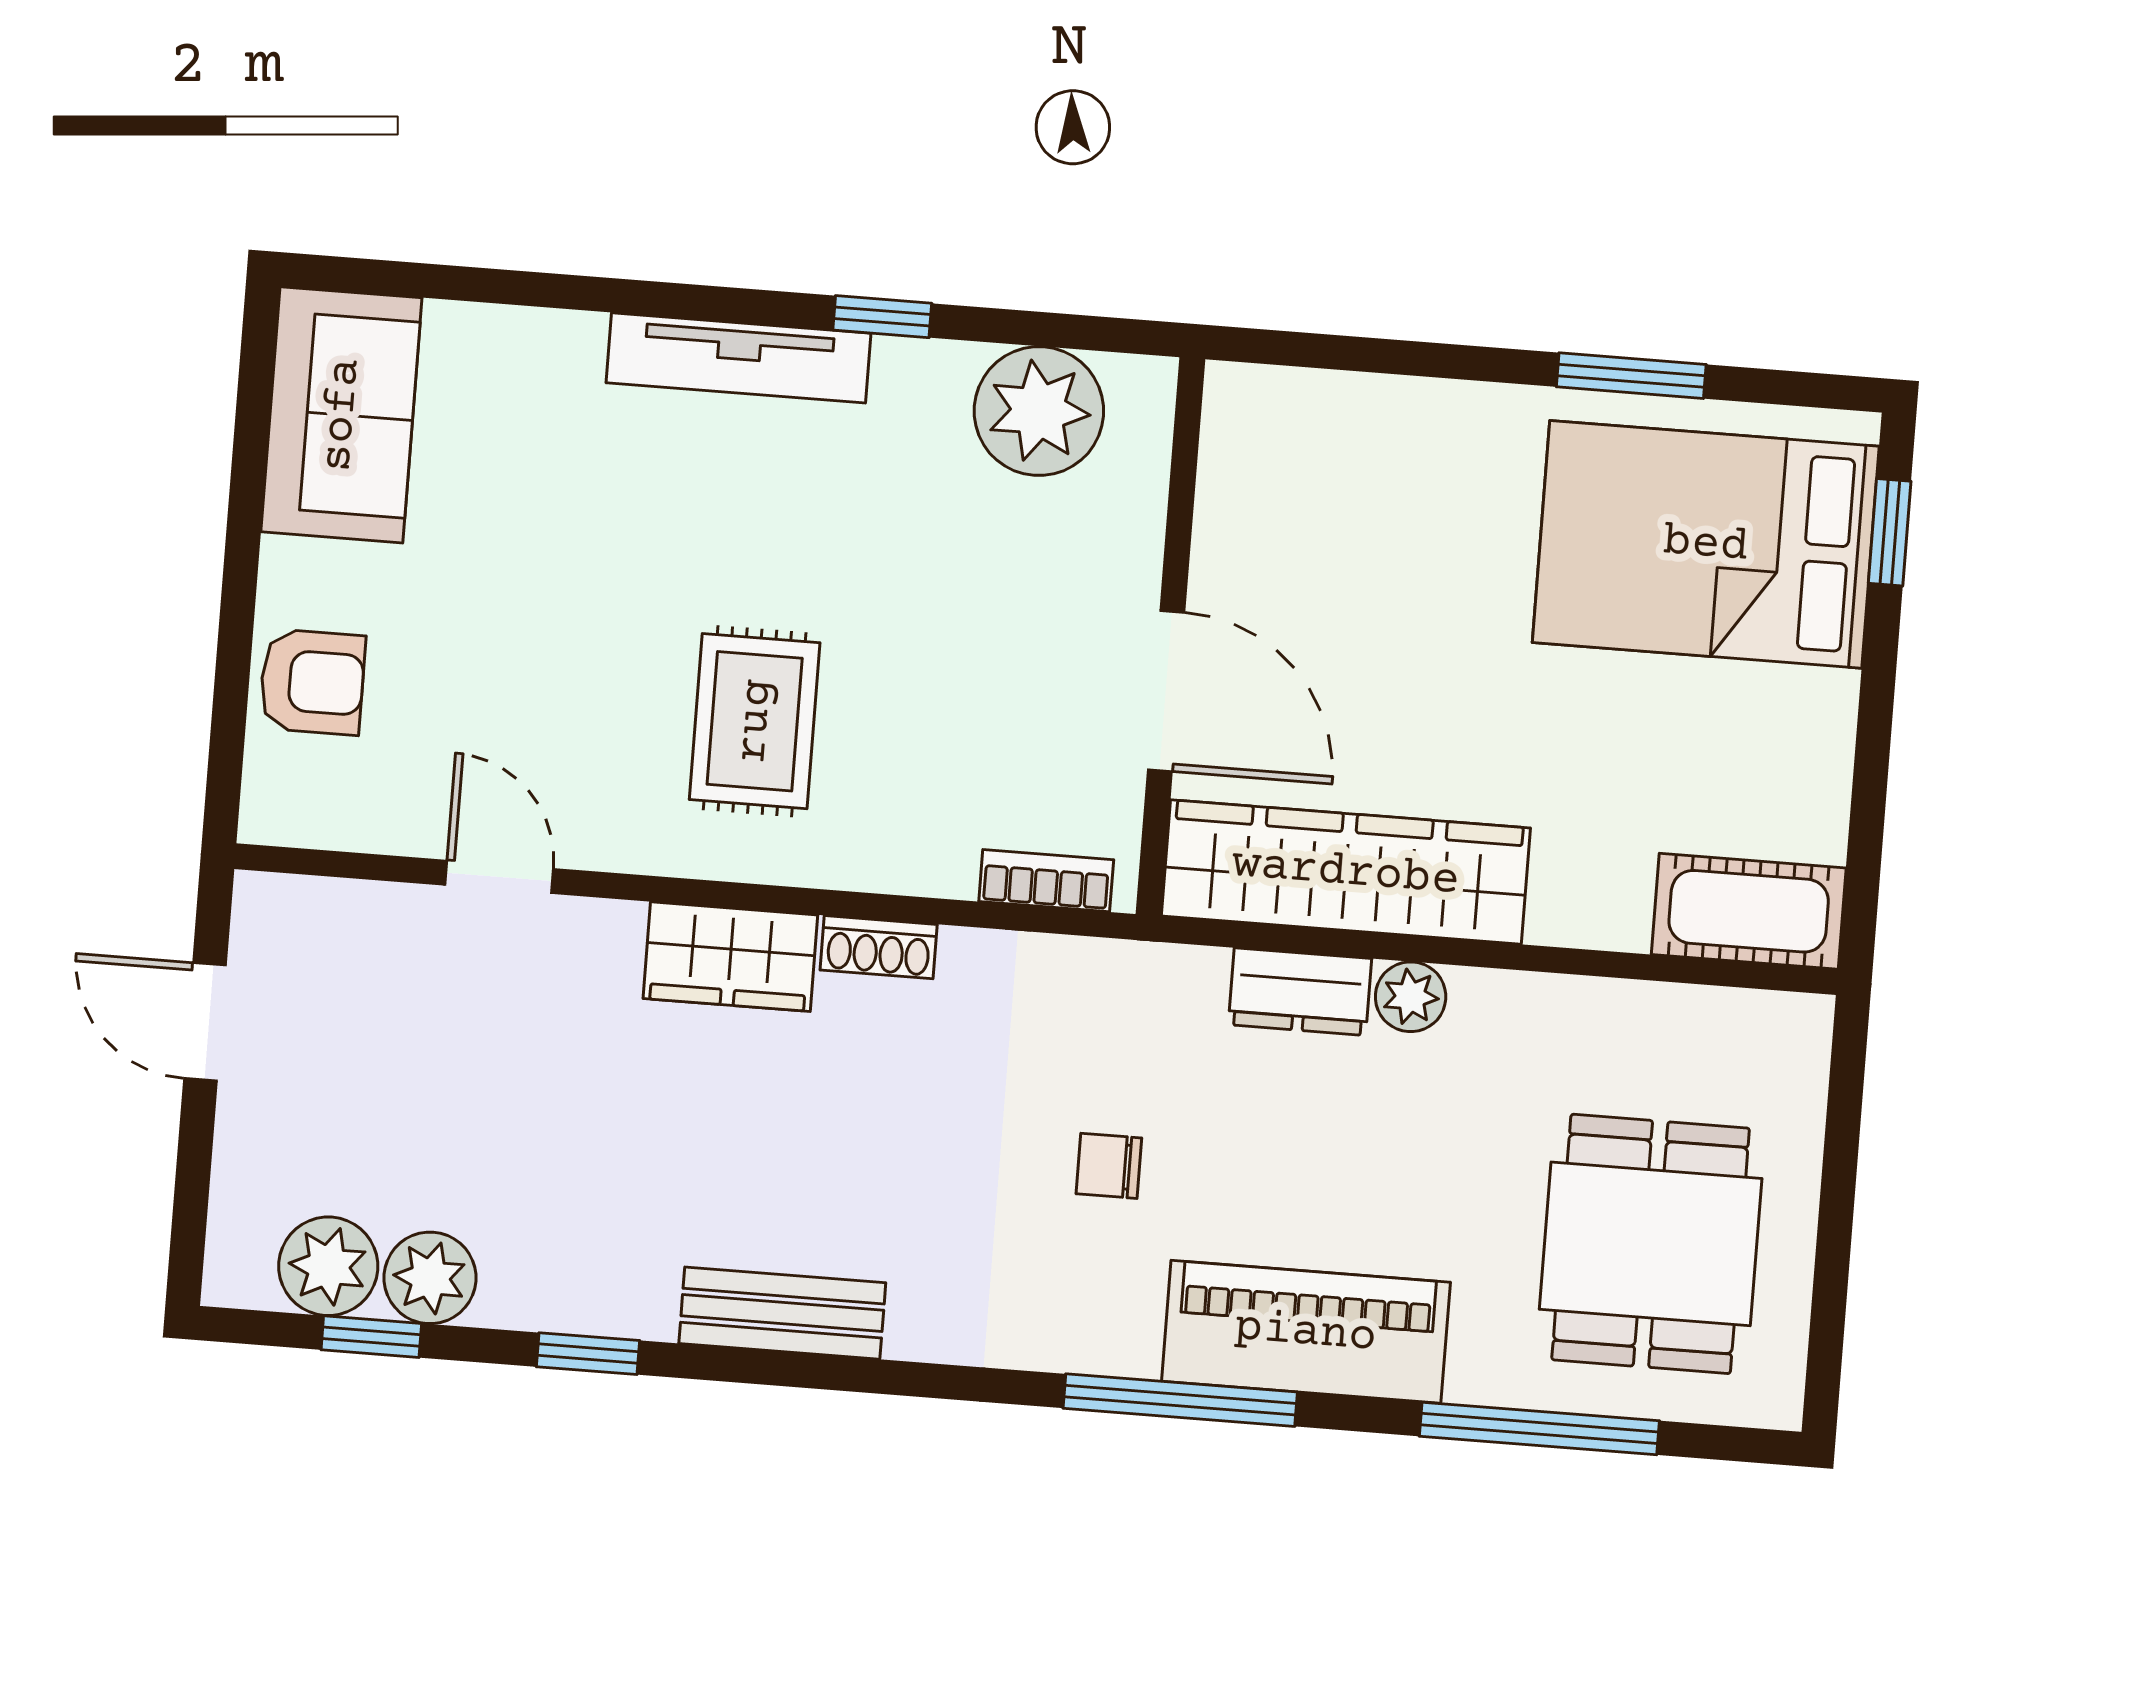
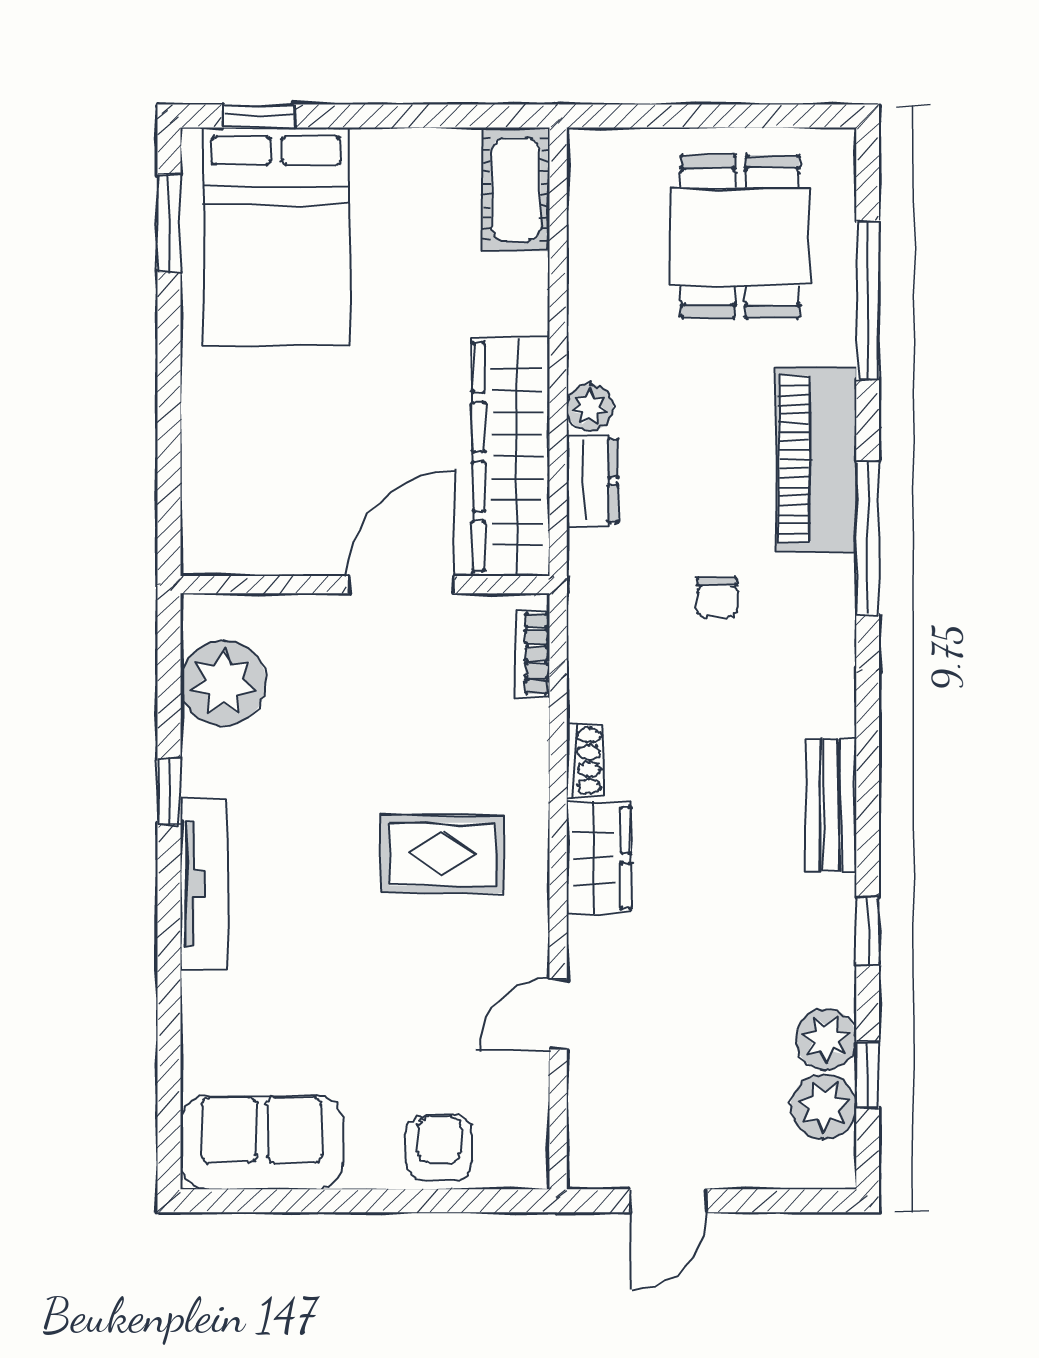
window: (1631, 376) -> (169, 223), moved
dining table: (1651, 1244) -> (740, 237), turned 90

